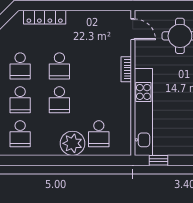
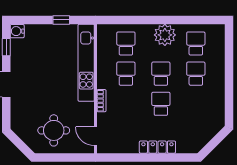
locker: (45, 17) -> (157, 147), moved
school desk: (20, 66) -> (126, 74), moved
plant: (72, 143) -> (165, 35), moved
window: (159, 160) -> (61, 20), moved

